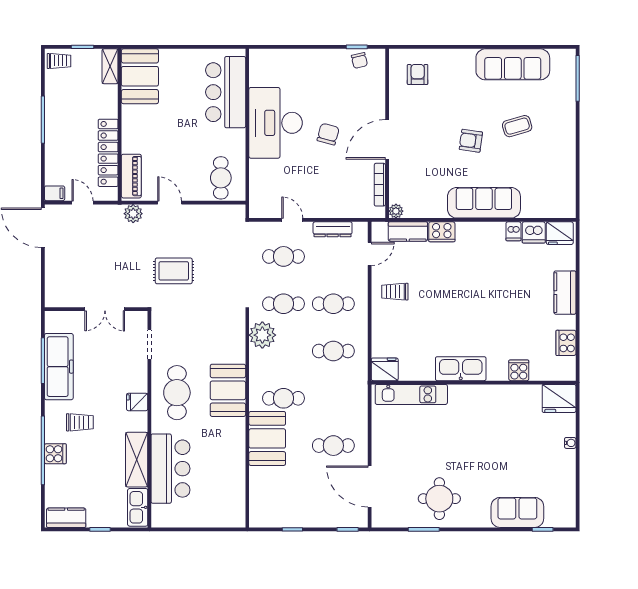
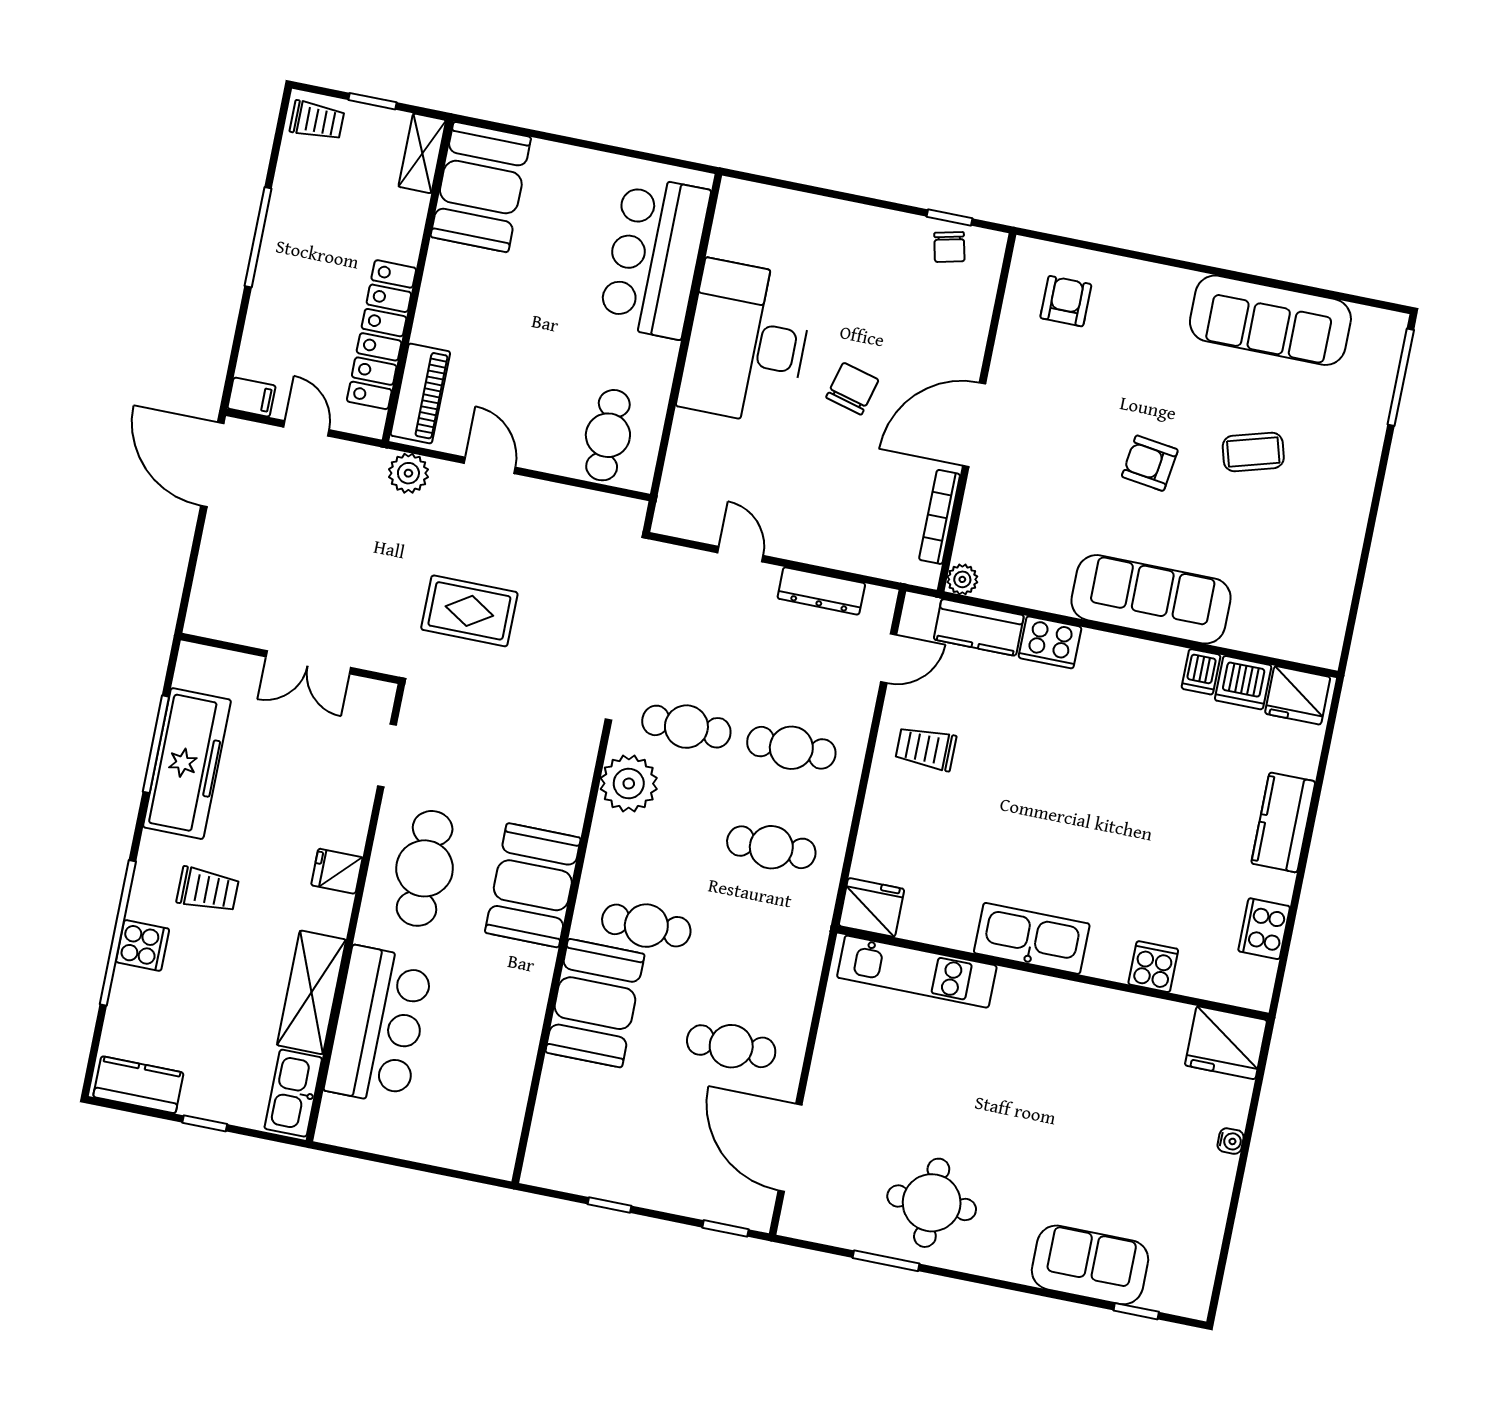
cafe table: (283, 256) -> (706, 627), removed

